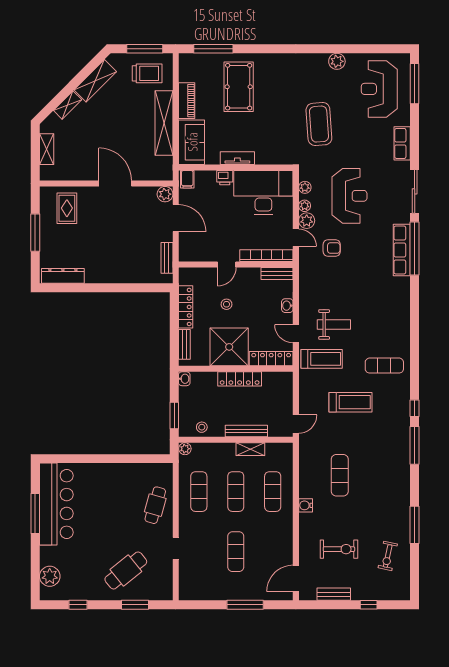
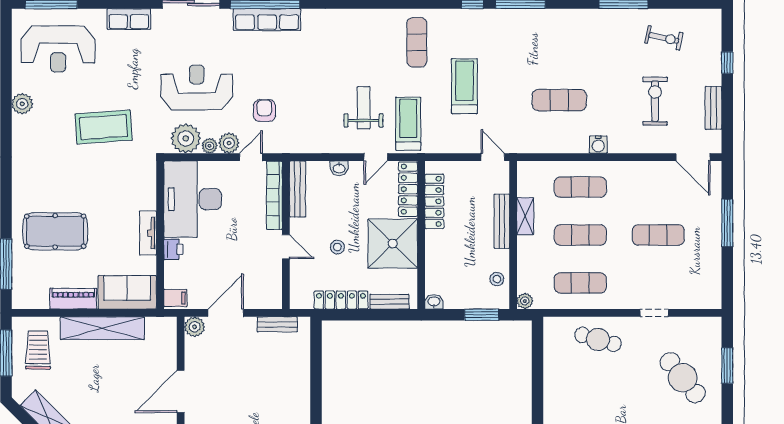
plant: (305, 187) -> (186, 138), width x1.88, depth x1.88
bench: (277, 274) -> (298, 189), width x1.36
locker: (240, 379) -> (434, 201), moved

